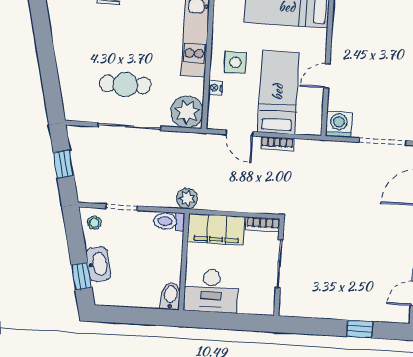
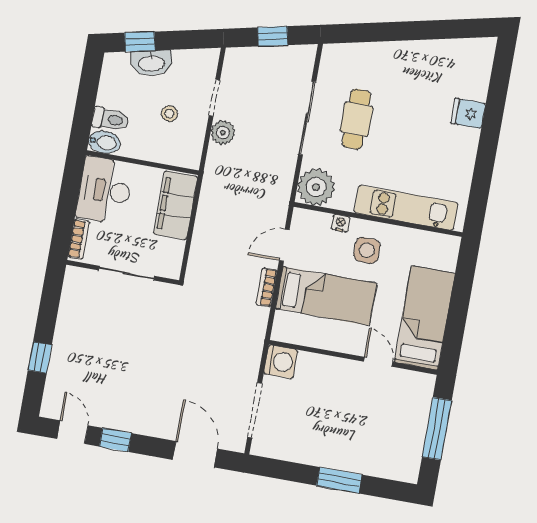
door: (327, 76) -> (378, 362), moved
plant: (187, 199) -> (223, 133), moved
toilet: (169, 221) -> (110, 119), moved, turned 90
stool: (94, 223) -> (170, 114), moved
bookcase: (263, 224) -> (79, 239), moved, turned 180

